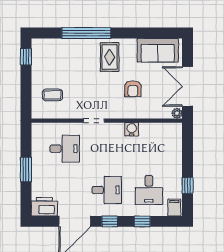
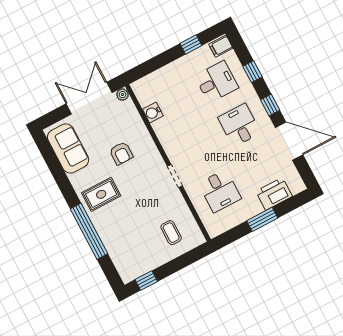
double door: (188, 86) -> (89, 98), swing flipped
armchair: (133, 89) -> (121, 153), turned 90
water cooler: (132, 129) -> (153, 113), moved
desk: (65, 149) -> (220, 191), turned 180
printer: (44, 207) -> (274, 194), moved, turned 90

